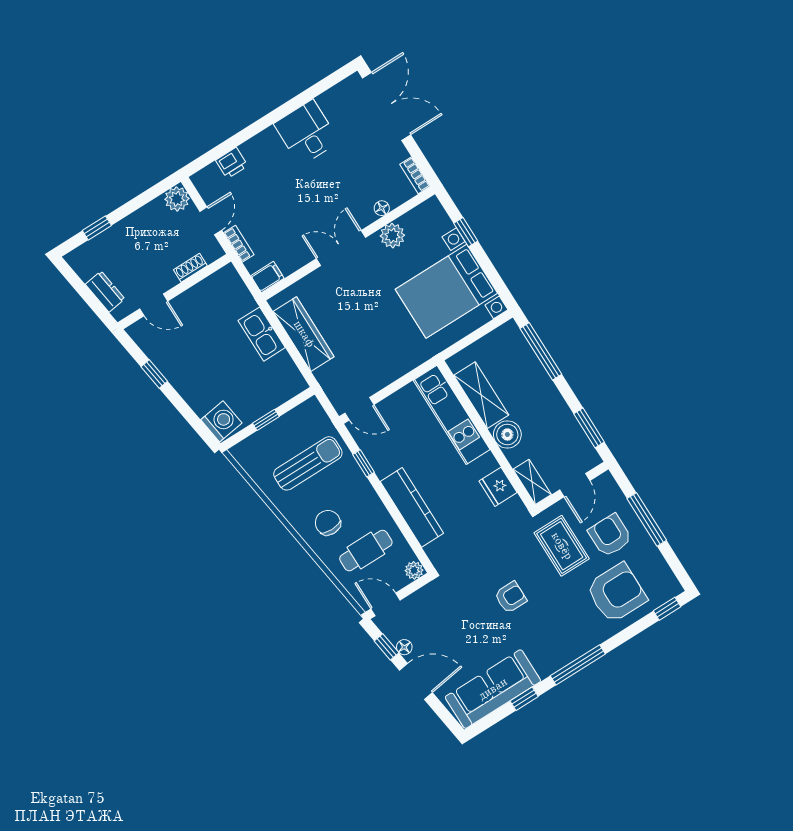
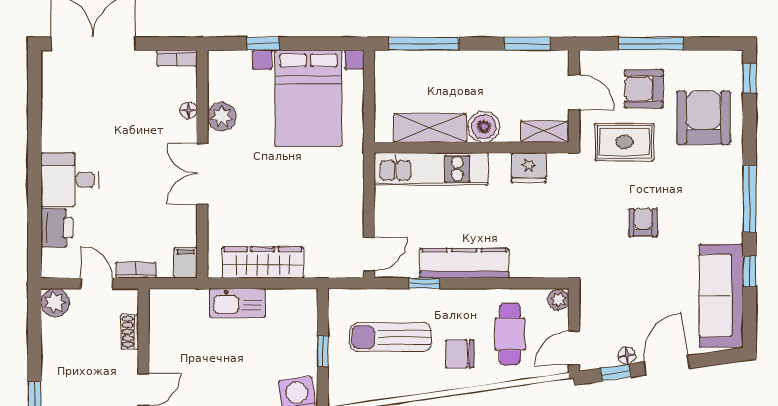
desk: (306, 133) -> (70, 180), moved
printer: (232, 163) -> (57, 228), width x1.36, depth x1.24
sun lounger: (308, 463) -> (390, 337), turned -90
kitchen counter: (412, 507) -> (464, 263), moved

